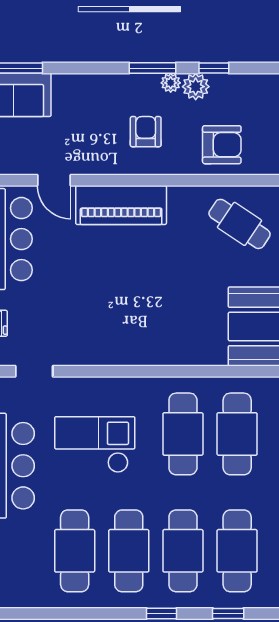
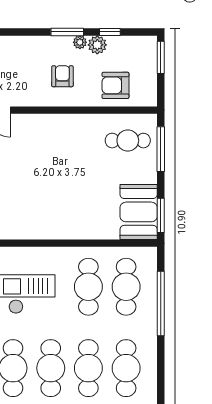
armchair: (222, 145) -> (115, 85), turned 180
piano: (121, 205) -> (45, 127), removed
cafe table: (240, 224) -> (128, 141), turned -34

